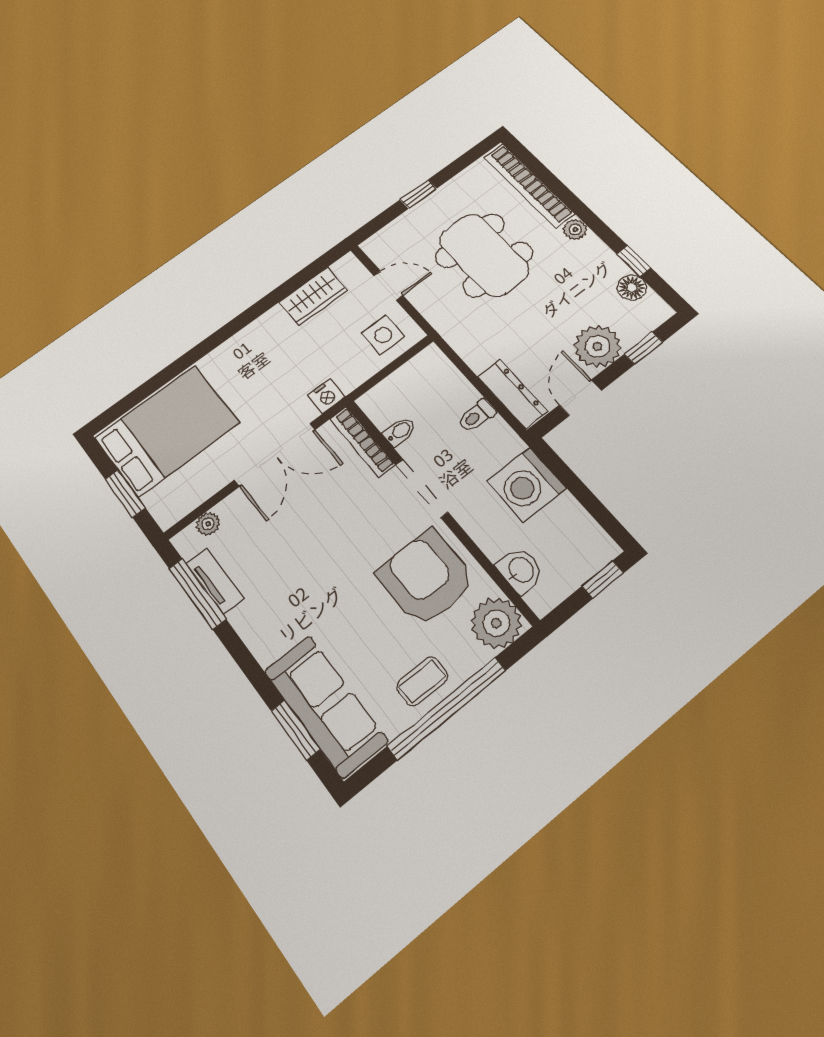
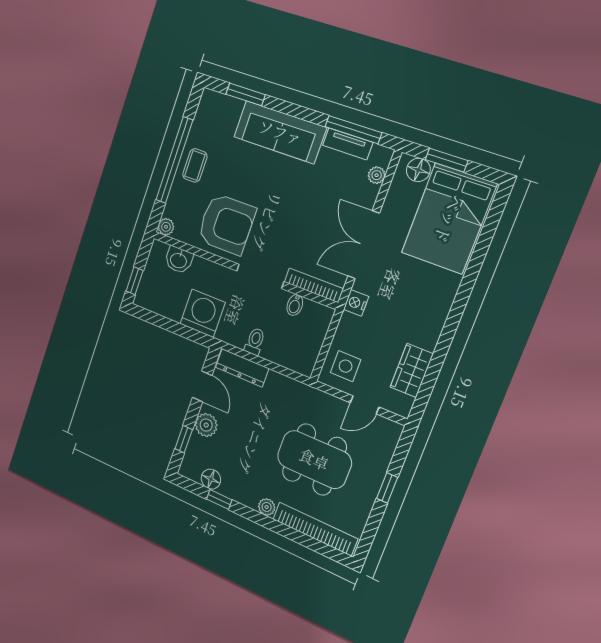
plant: (597, 346) -> (206, 425), width x0.73, depth x0.73
floor lamp: (161, 501) -> (418, 170), added
plant: (496, 623) -> (166, 227), width x0.53, depth x0.53
sofa: (326, 706) -> (280, 132), moved

